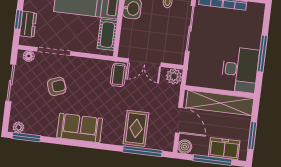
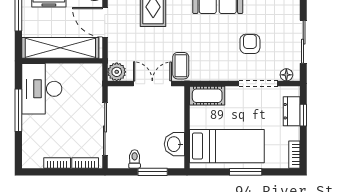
cot: (107, 35) -> (207, 96), moved, turned 90
armchair: (57, 86) -> (250, 44), turned 110

